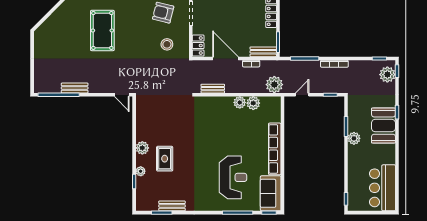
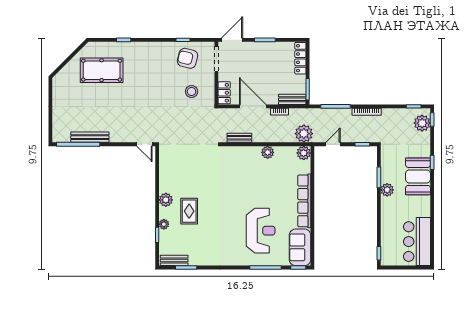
pool table: (102, 30) -> (102, 70), moved, turned 90
bench: (75, 88) -> (90, 137), width x1.36
plant: (253, 103) -> (304, 153), moved
bench: (172, 206) -> (174, 260), moved

